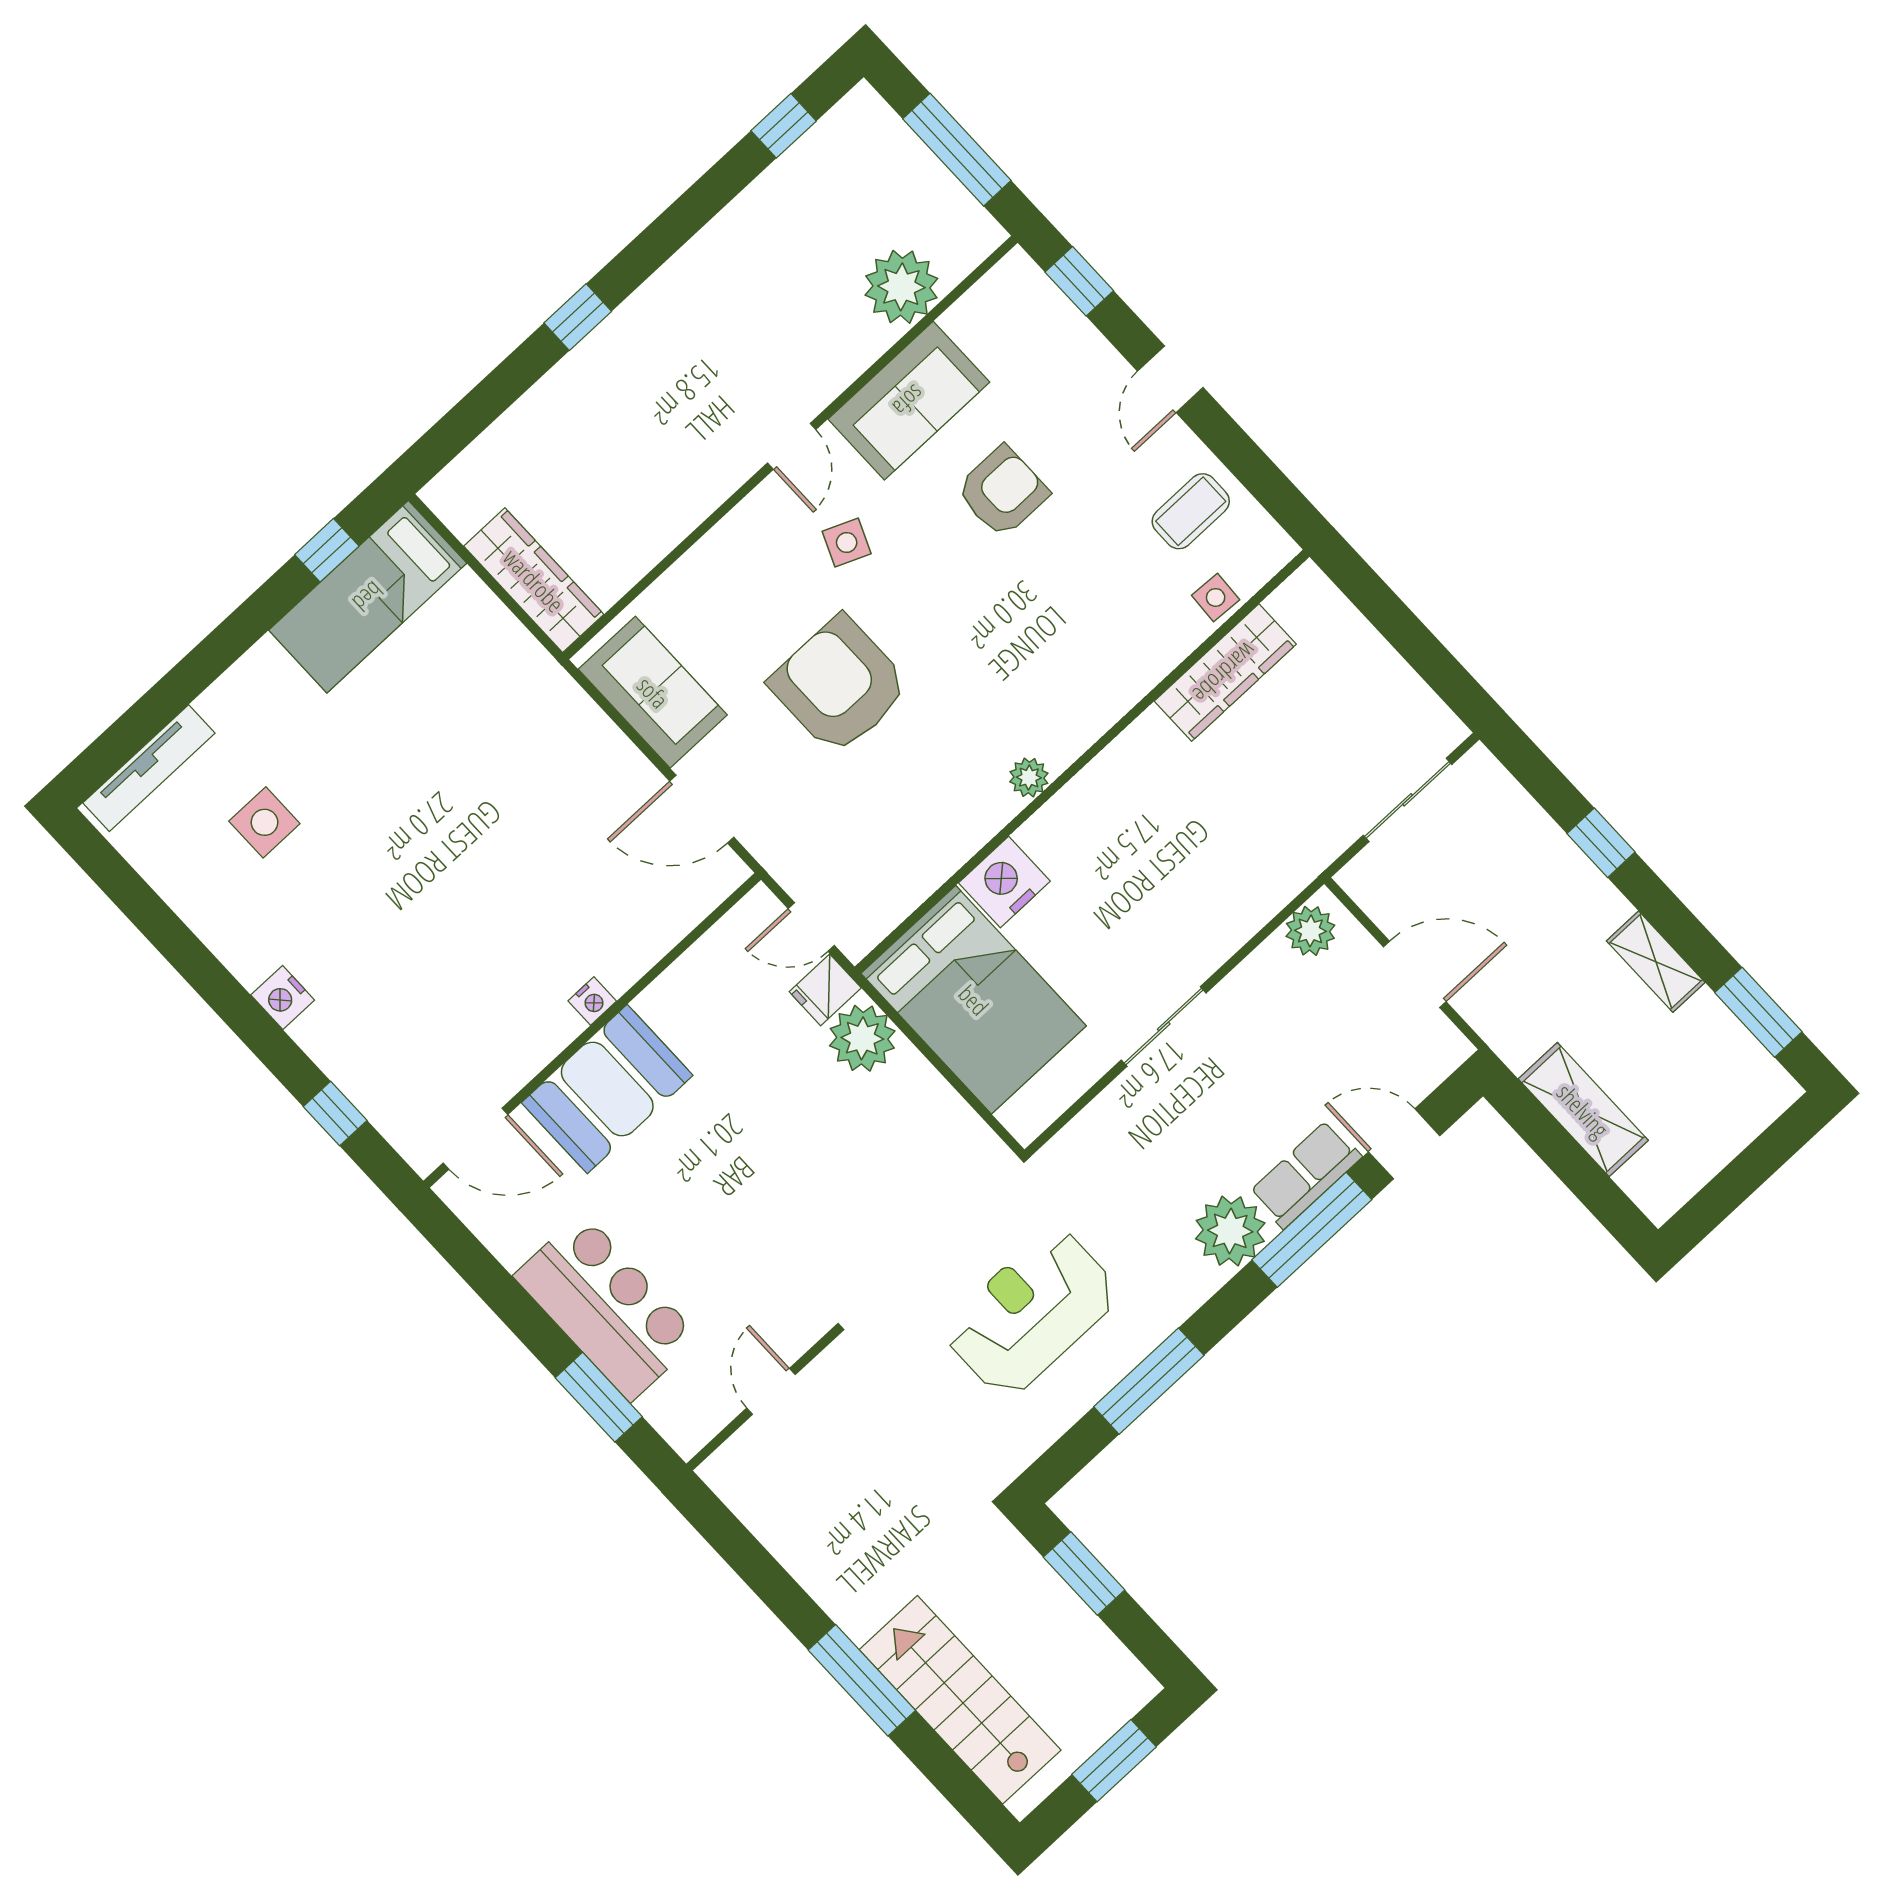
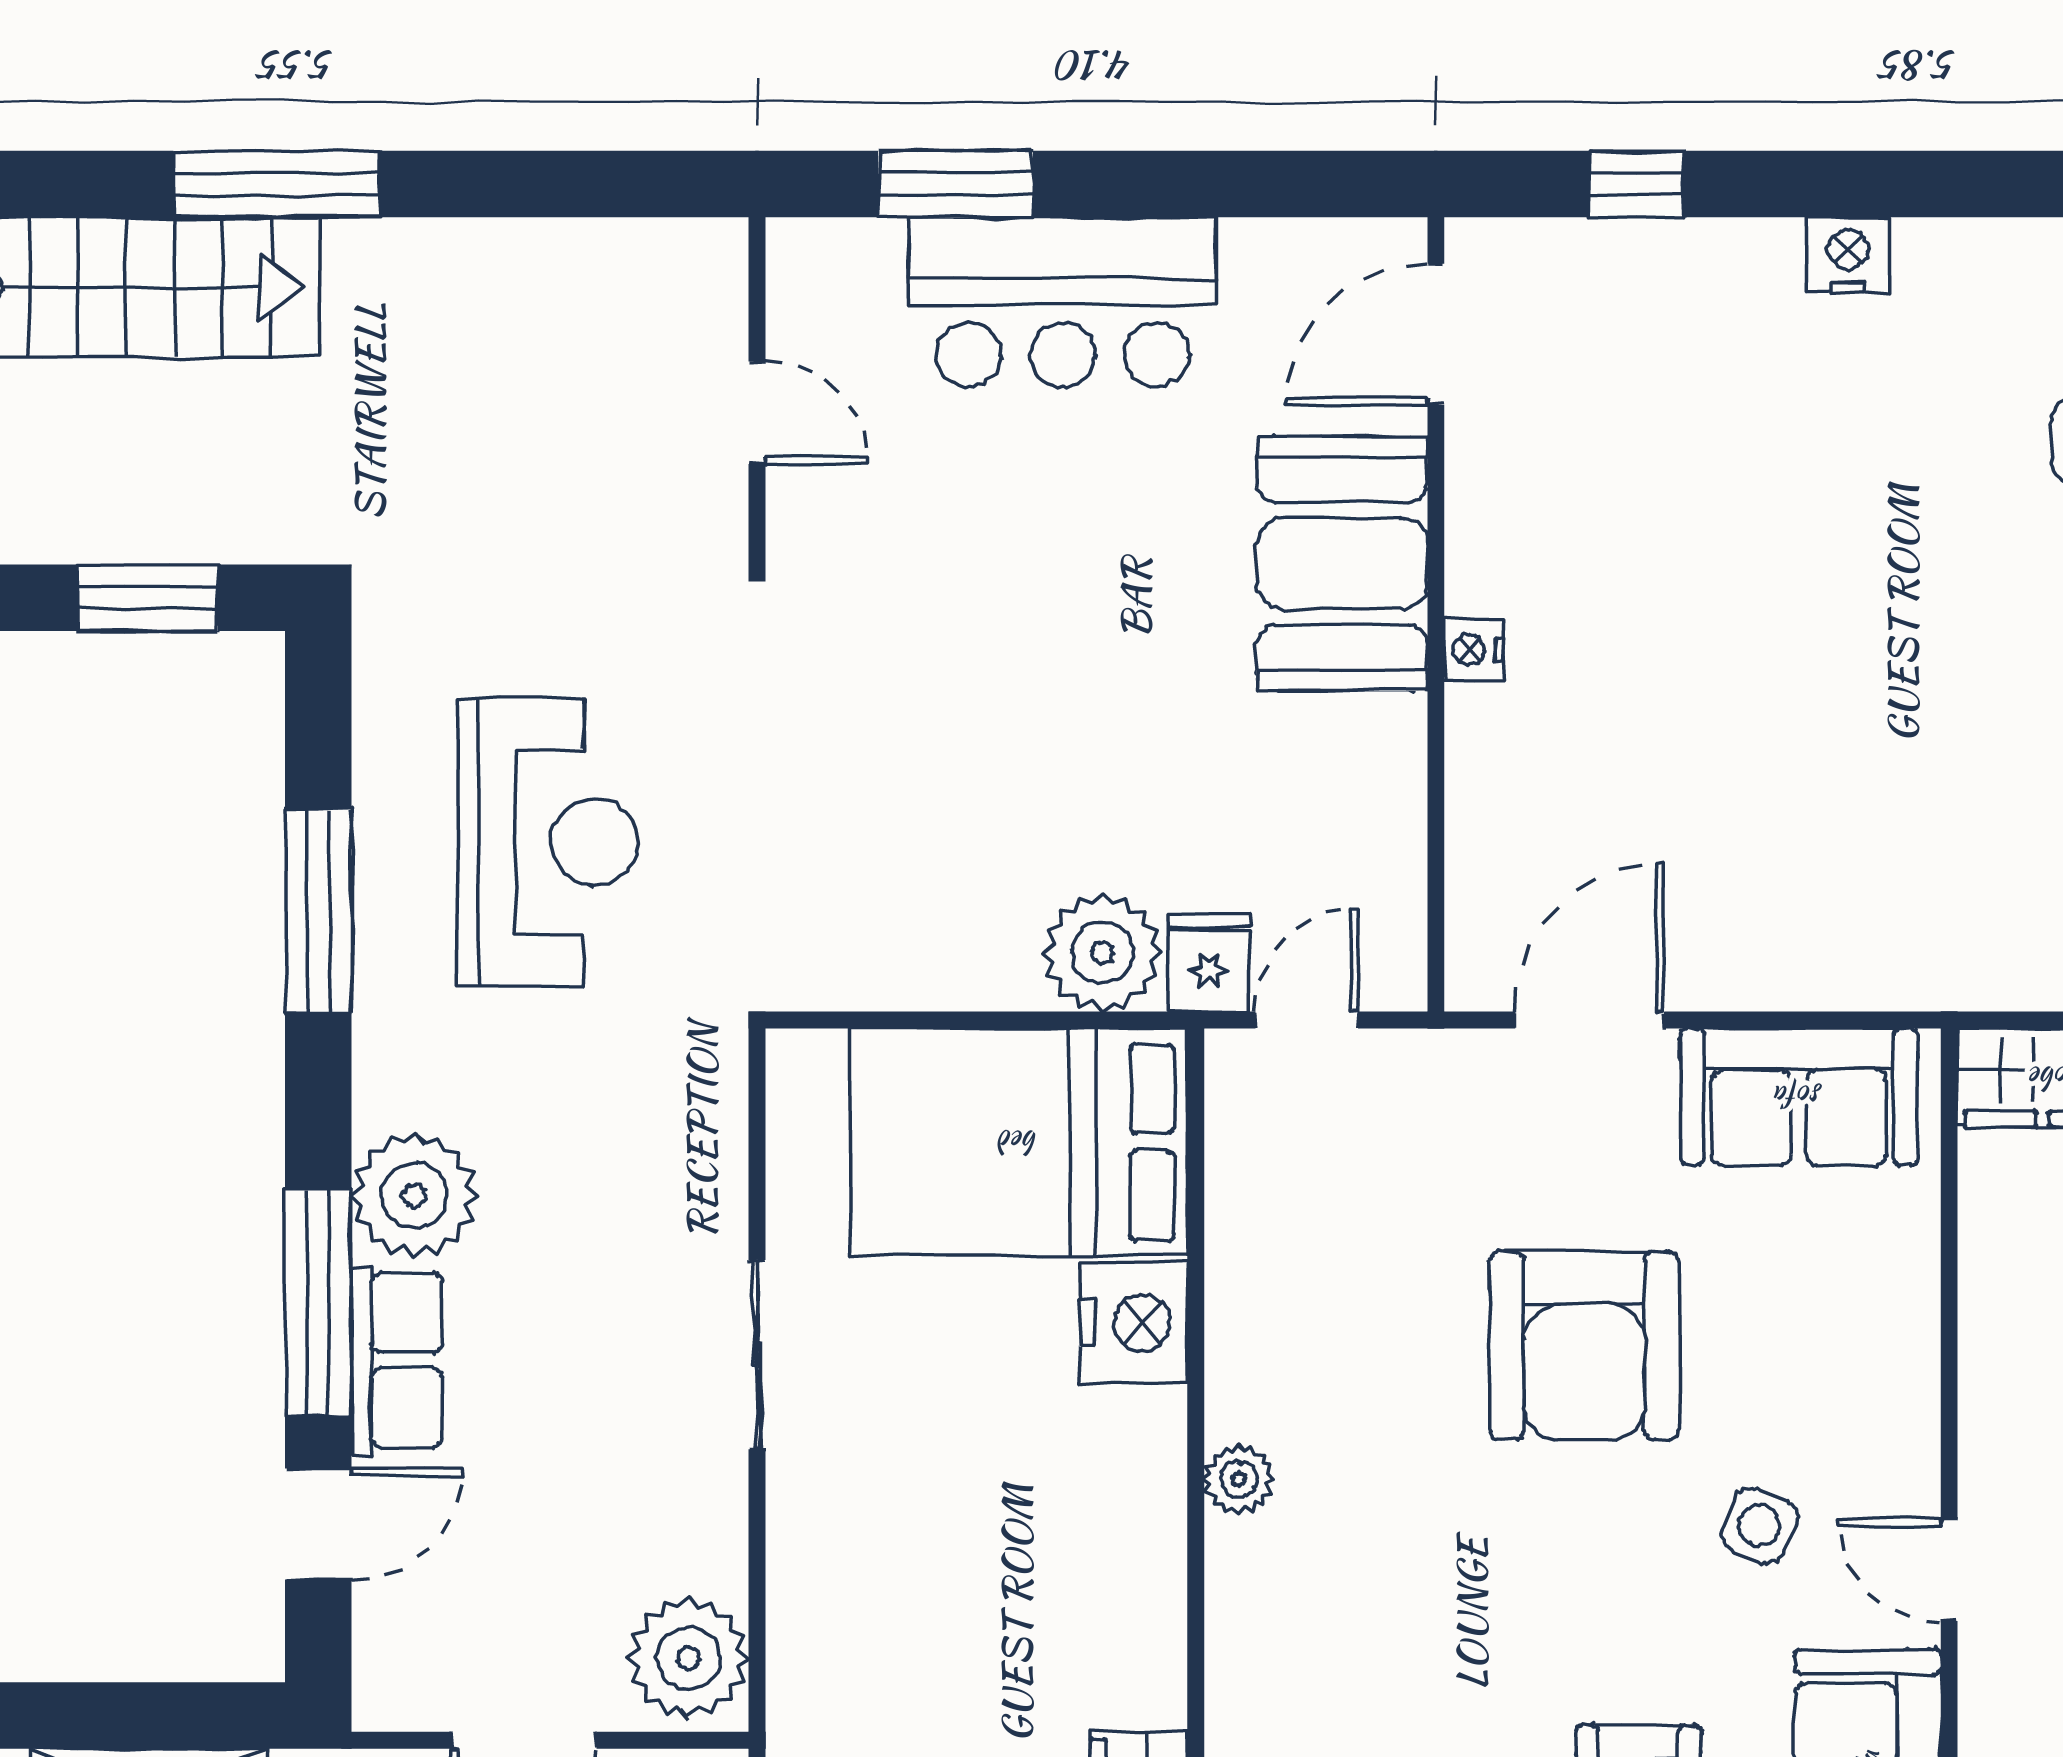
armchair: (840, 685) -> (1584, 1346), turned 90
plant: (1310, 931) -> (688, 1658), width x1.36, depth x1.36

